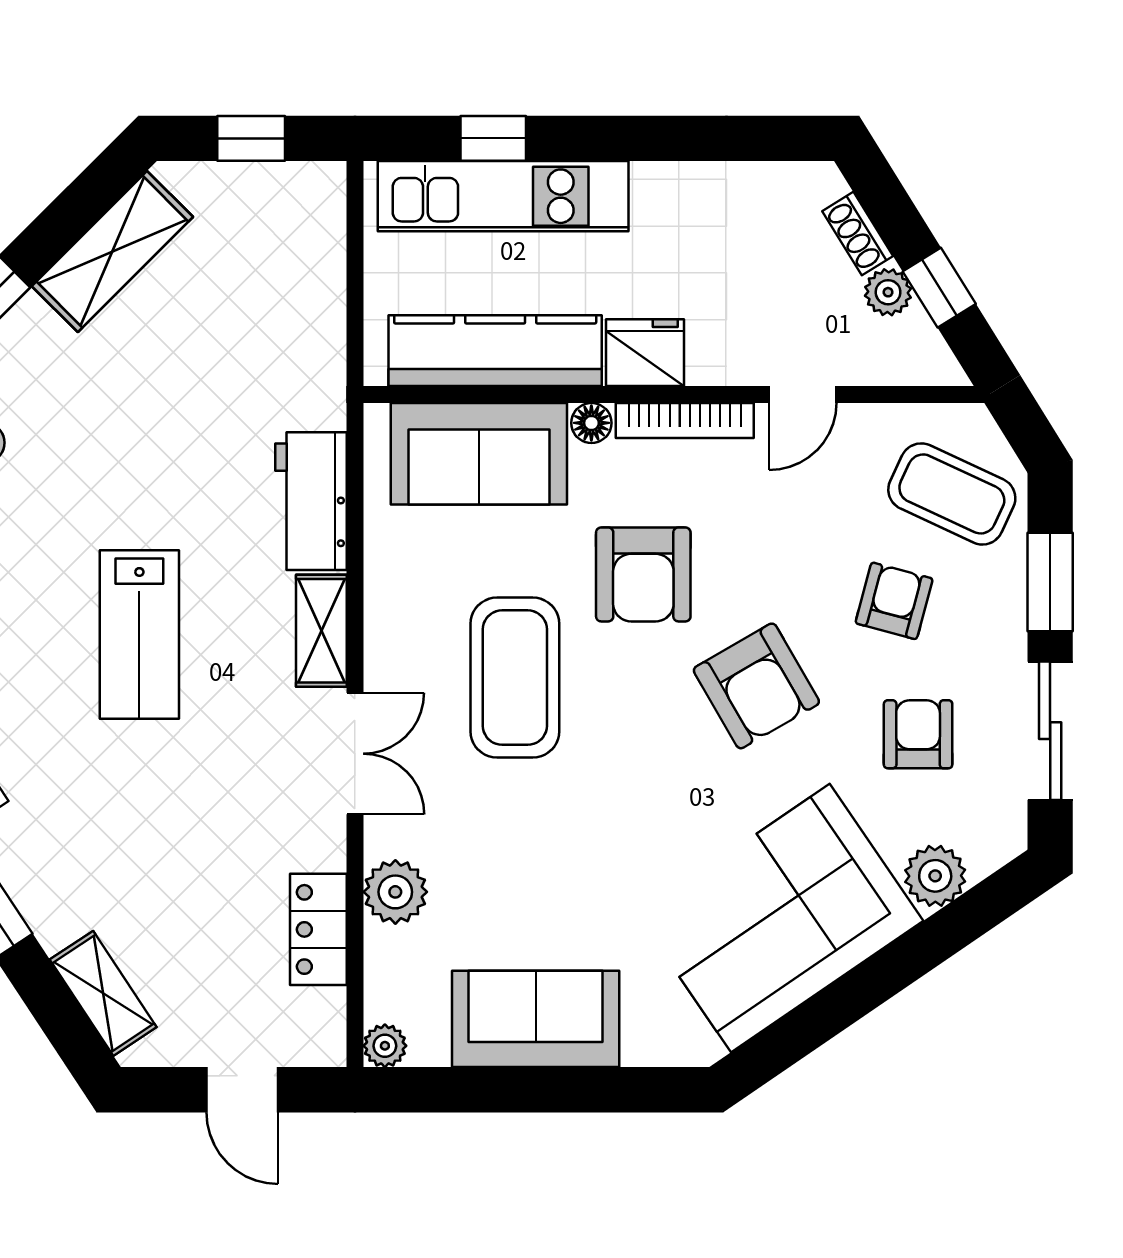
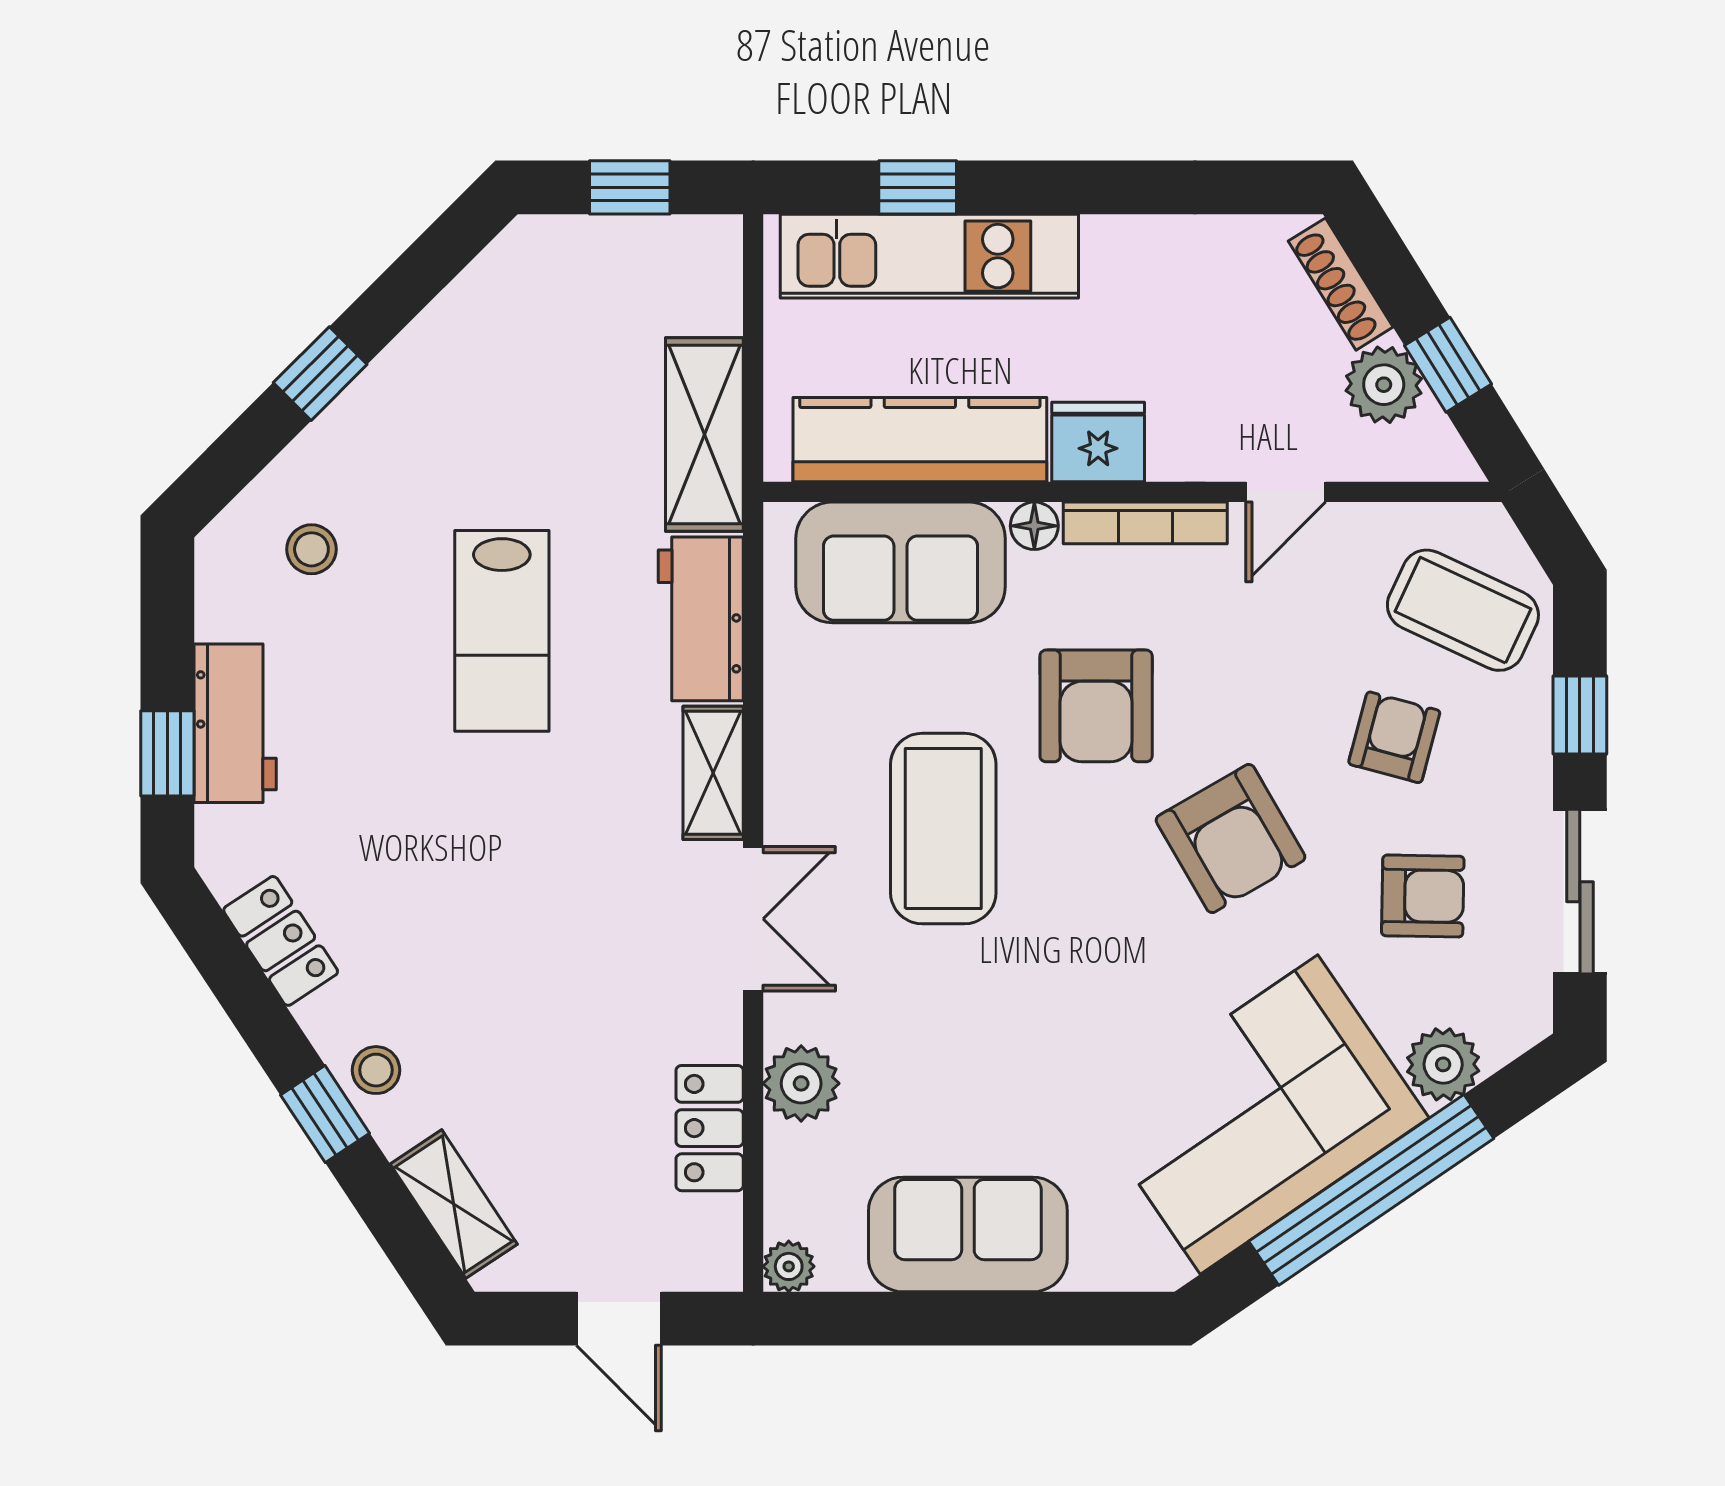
shoe rack: (858, 234) -> (1341, 284), width x1.43
shelving: (112, 251) -> (704, 435), moved, turned -45
plant: (888, 292) -> (1384, 385), width x1.38, depth x1.38
window: (1050, 582) -> (1580, 715), width x0.67
lab bench: (139, 635) -> (502, 631), moved
armchair: (918, 734) -> (1423, 896), turned 91
stool: (38, 881) -> (376, 1070), added
window: (875, 981) -> (1371, 1190), added

